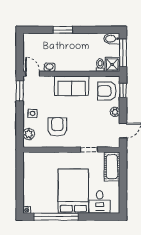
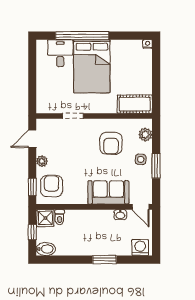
washing machine: (33, 40) -> (140, 248), added
window: (123, 53) -> (32, 232), width x0.46
sofa: (72, 86) -> (108, 192), moved
window: (20, 91) -> (156, 166), moved
armchair: (107, 91) -> (52, 186), turned -90
cot: (112, 167) -> (135, 104), moved, turned 90
window: (56, 217) -> (82, 36), moved

